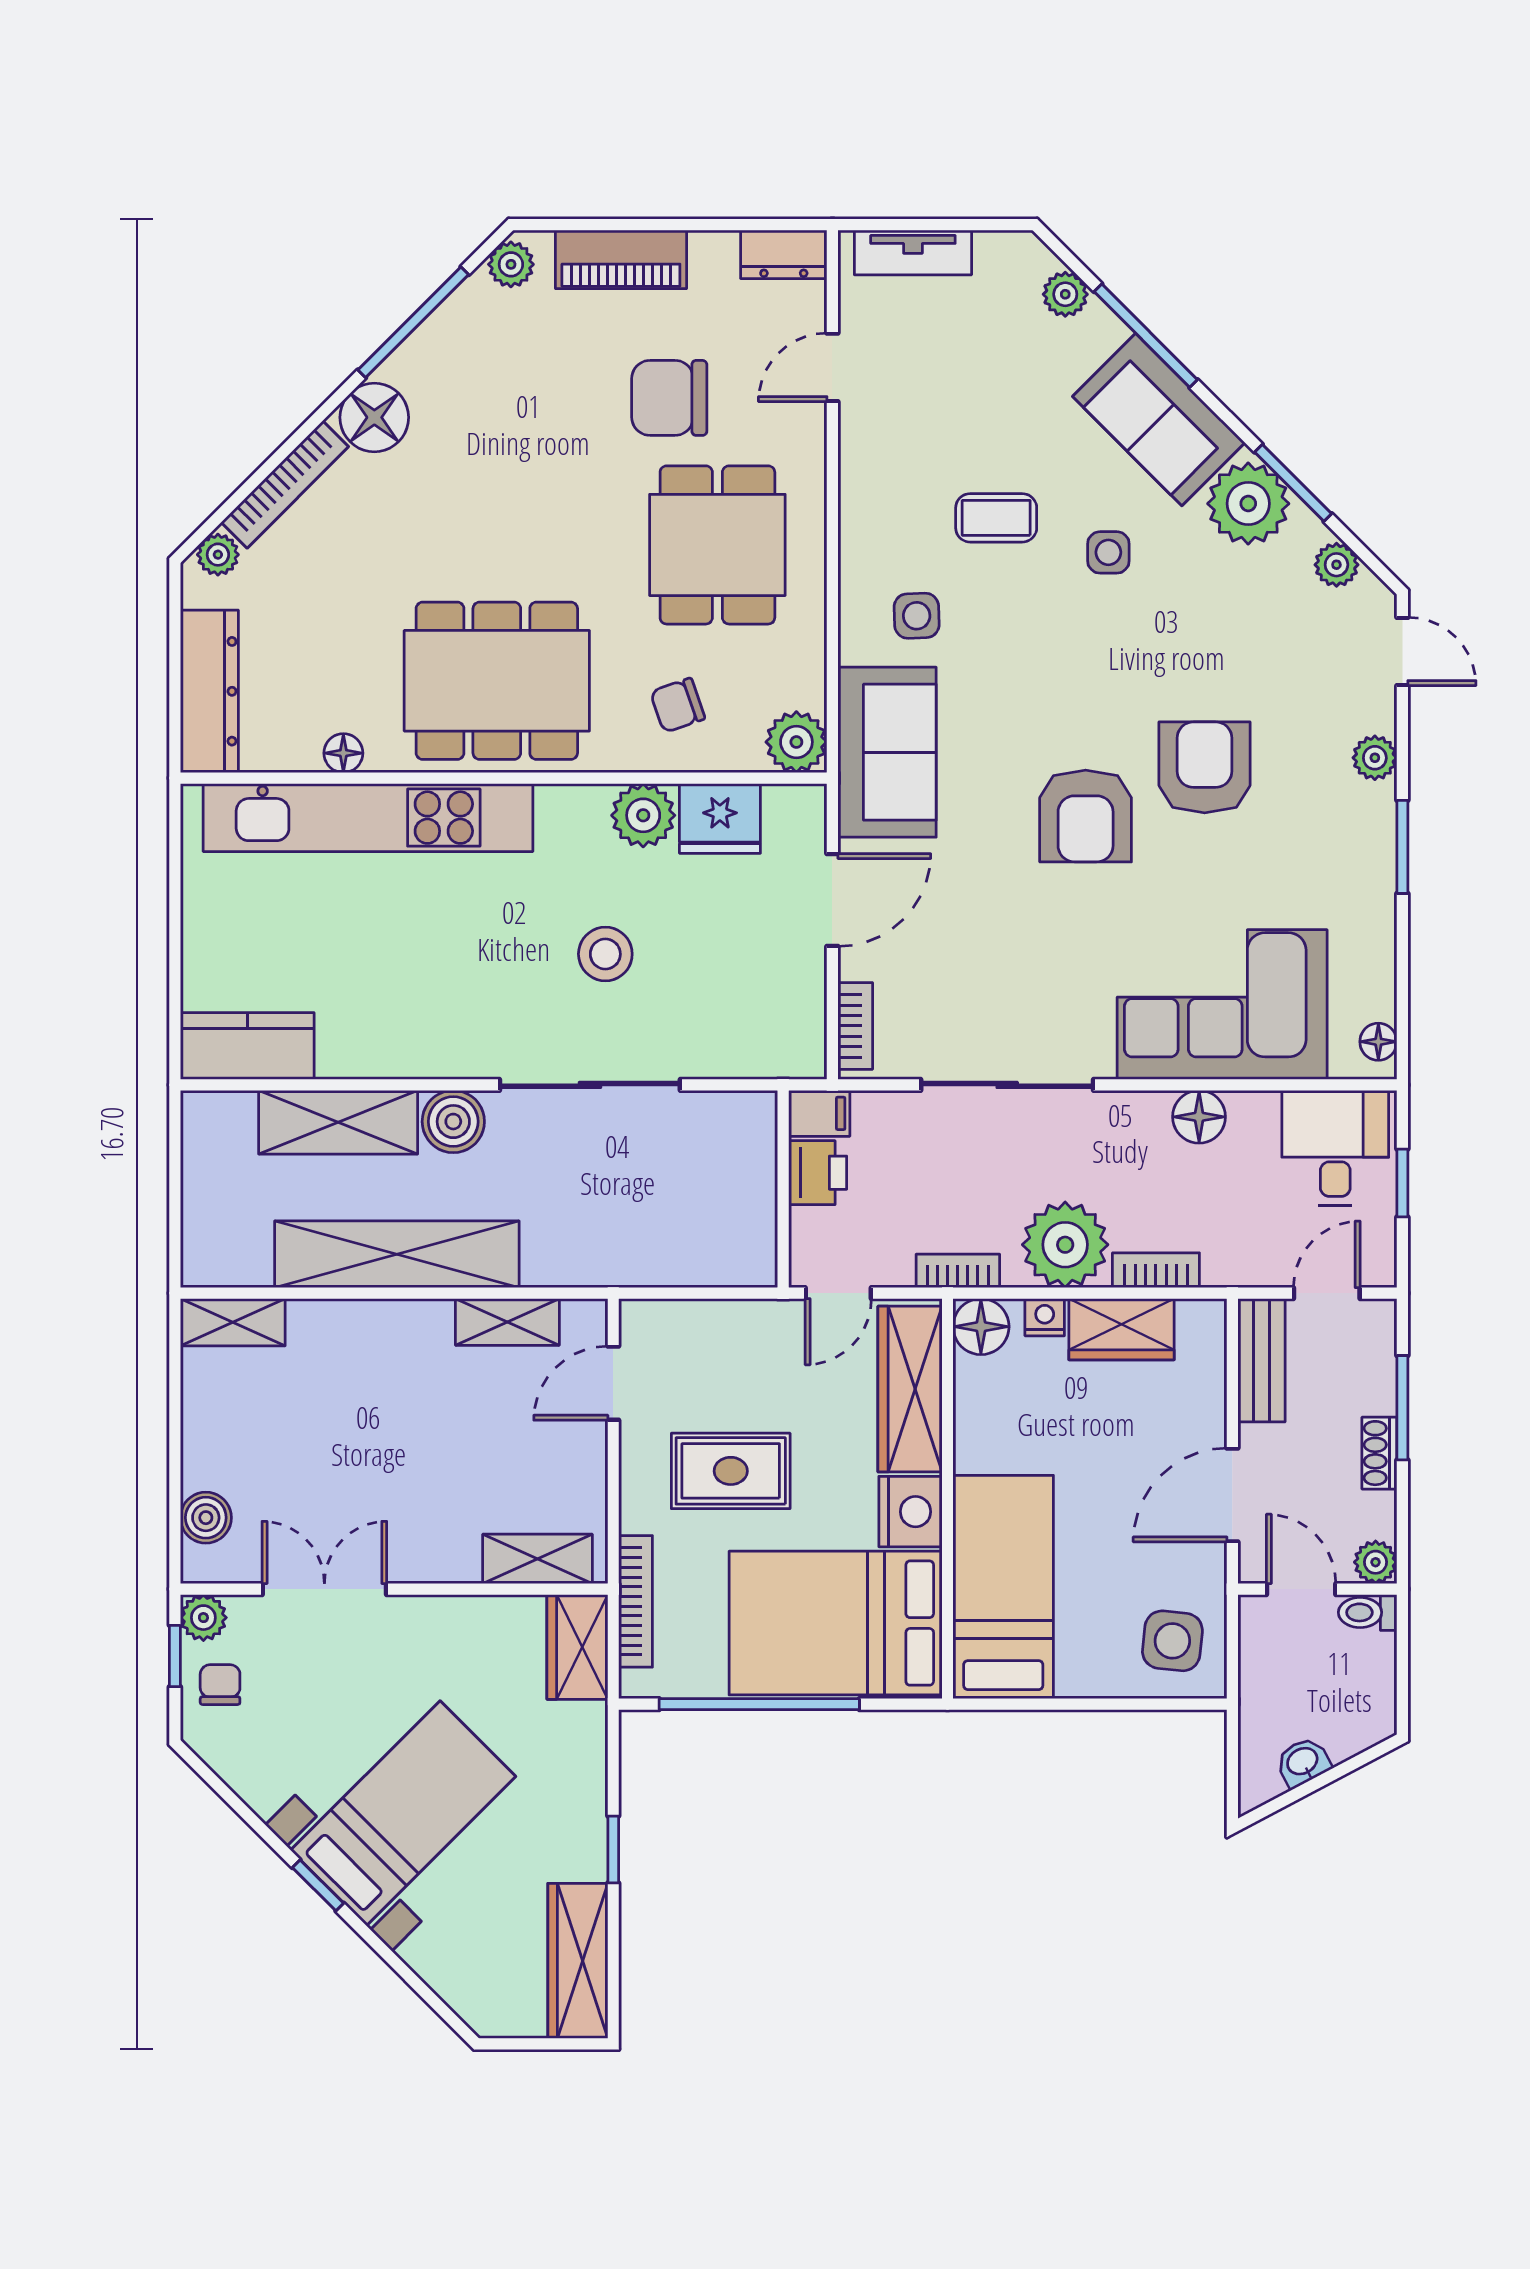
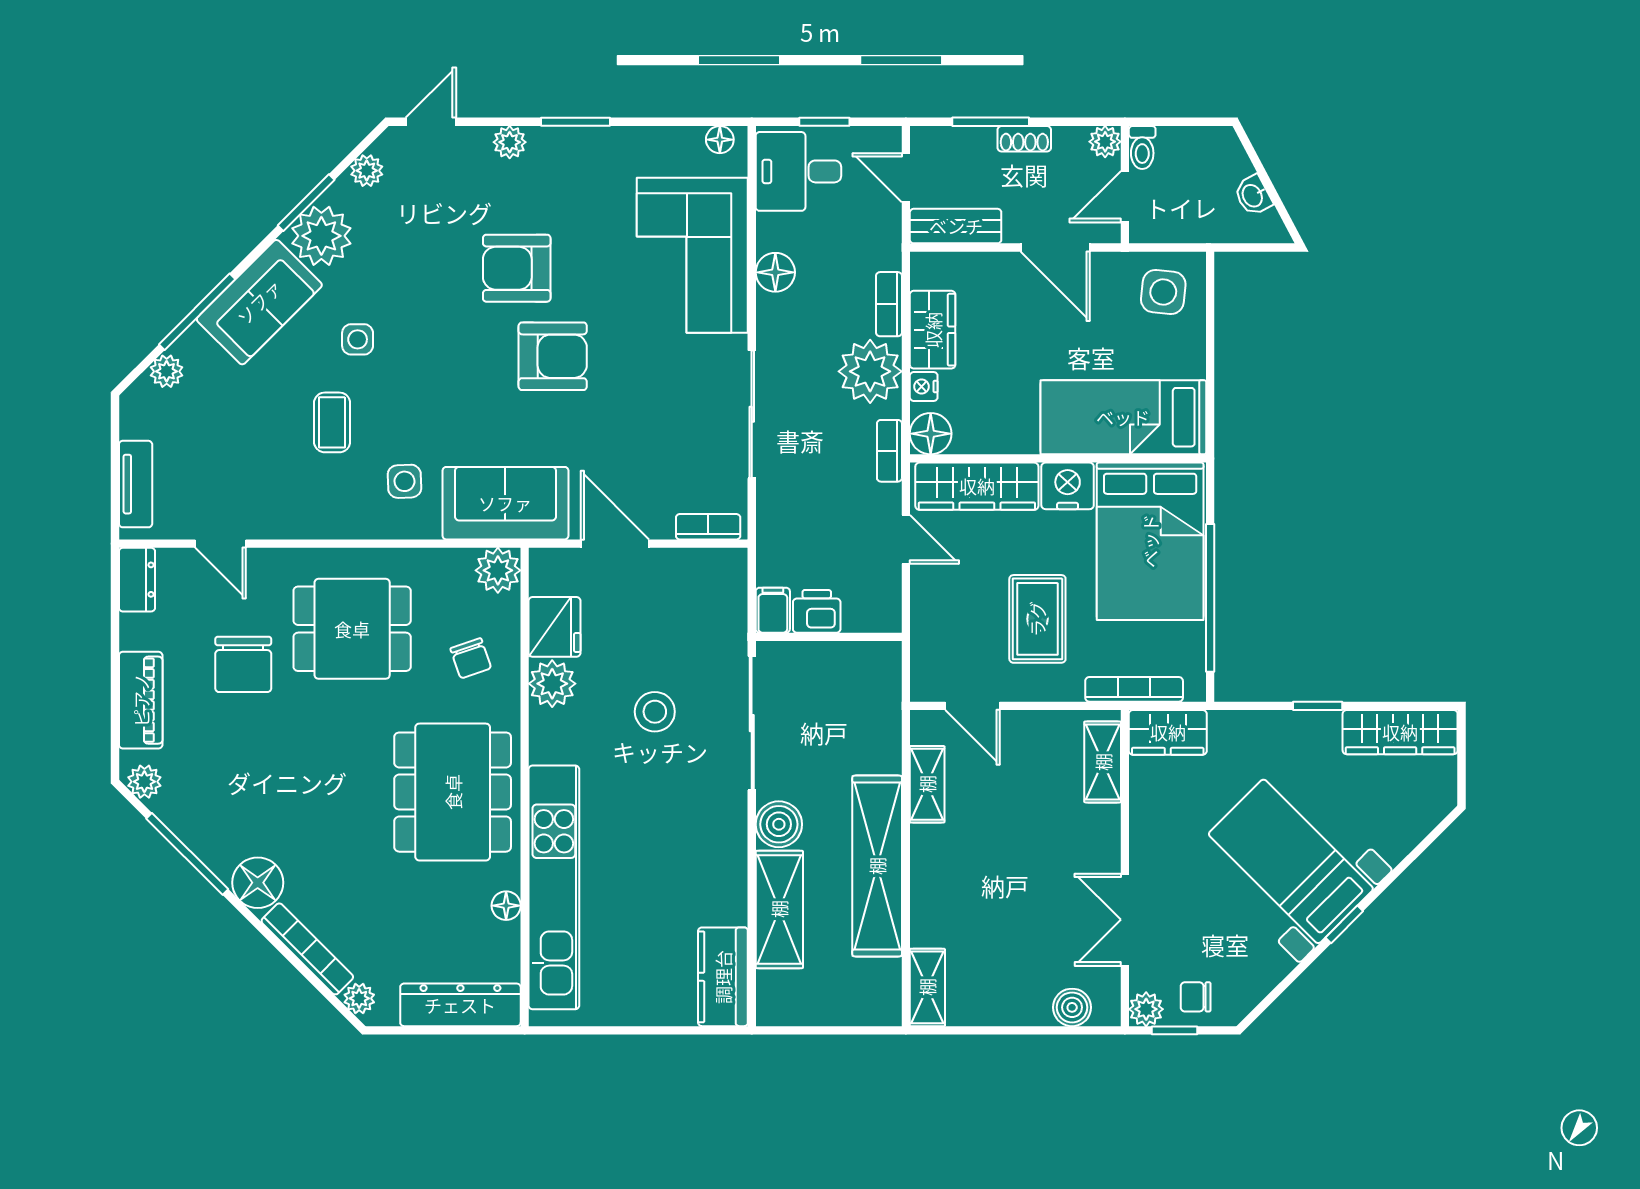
filing cabinet: (819, 1113) -> (773, 610), moved
printer: (818, 1173) -> (817, 611), moved
wall: (783, 1189) -> (829, 637), moved

